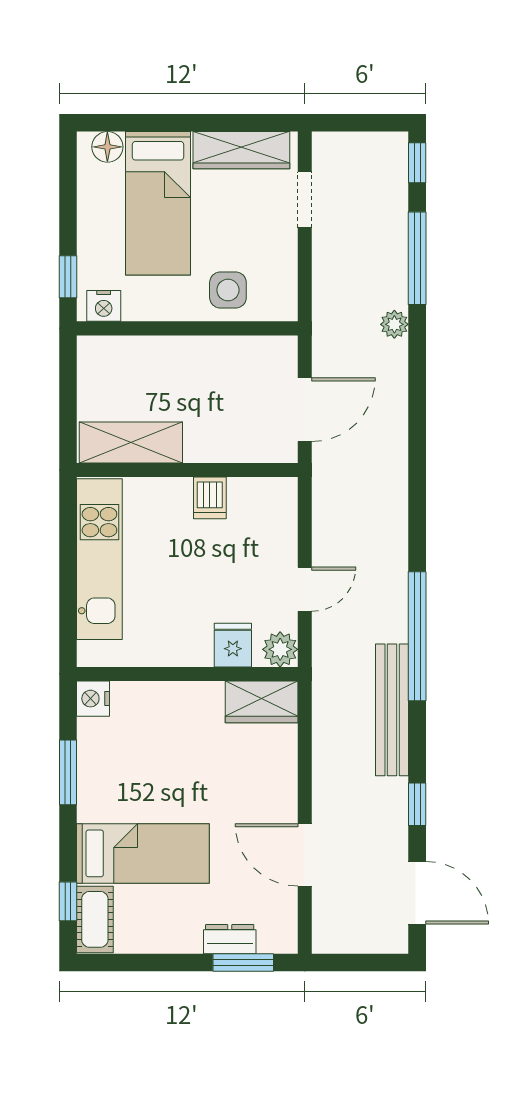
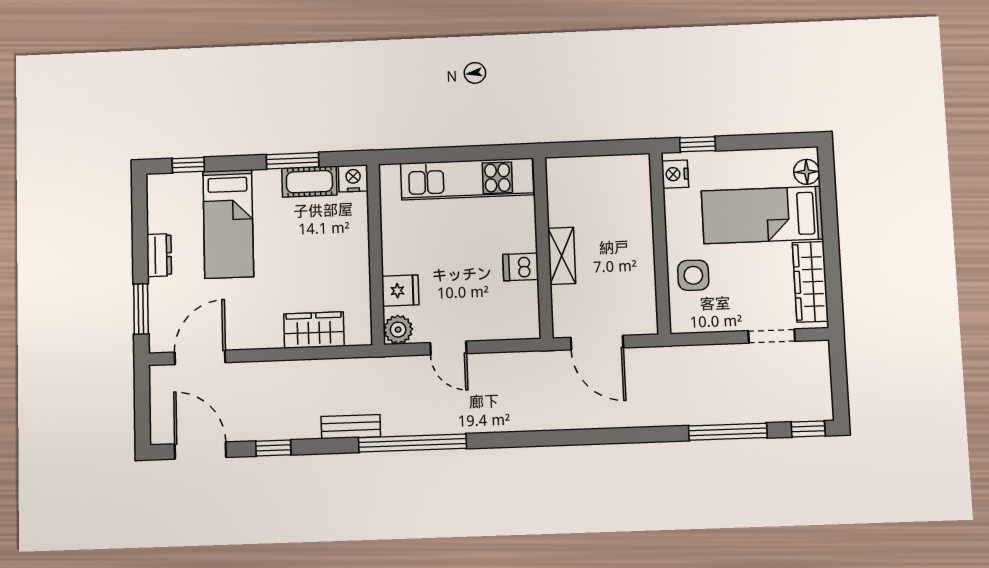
plant: (394, 324) -> (672, 415), removed
shelving: (131, 443) -> (562, 256), moved, width x0.67, depth x0.75
wardrobe: (262, 702) -> (314, 330), moved, turned 90
bench: (392, 710) -> (351, 427), width x0.54, depth x0.82
door: (305, 855) -> (200, 357), moved
door: (417, 893) -> (200, 451), swing flipped
cot: (95, 919) -> (309, 182), moved
dresser: (230, 939) -> (159, 255), moved

